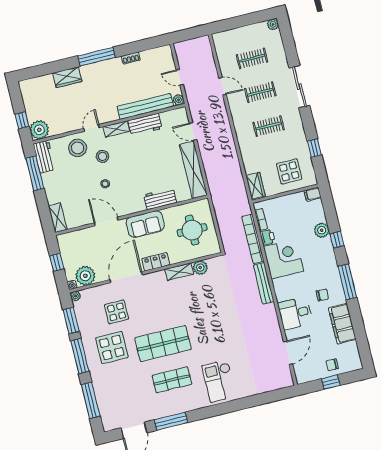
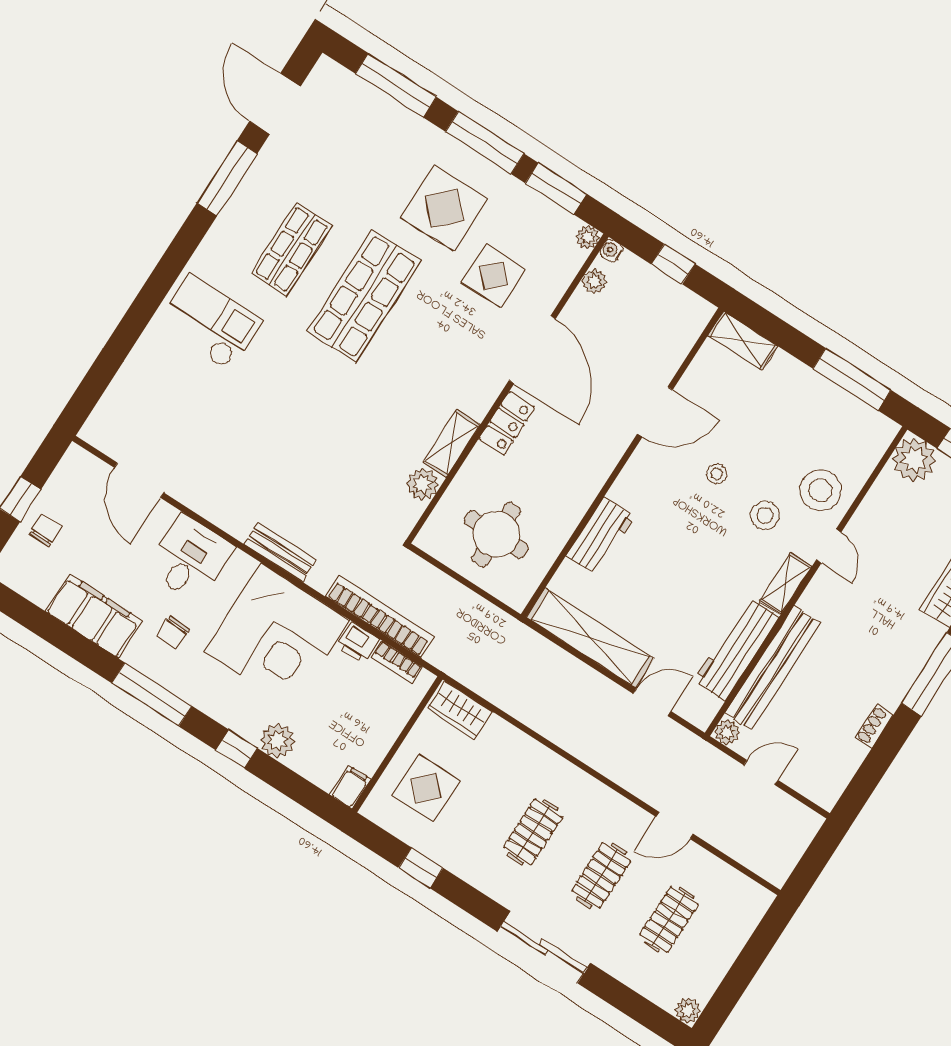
workbench: (145, 125) -> (737, 649), width x1.38
workbench: (44, 157) -> (863, 422), removed
sofa: (145, 224) -> (585, 470), removed
corner desk: (283, 259) -> (277, 636), width x1.36, depth x1.36
plant: (85, 276) -> (595, 281), width x0.53, depth x0.53
bench: (264, 283) -> (280, 552), width x0.73

